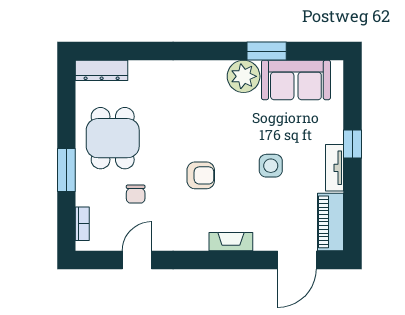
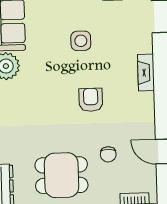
chair: (136, 194) -> (108, 154), turned 90

